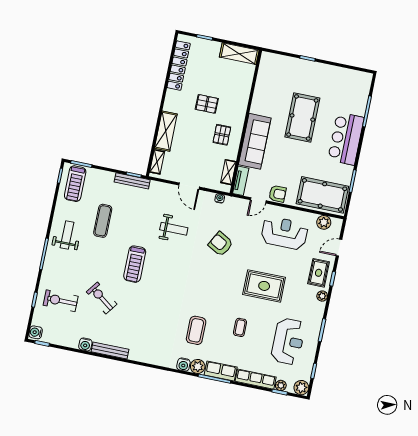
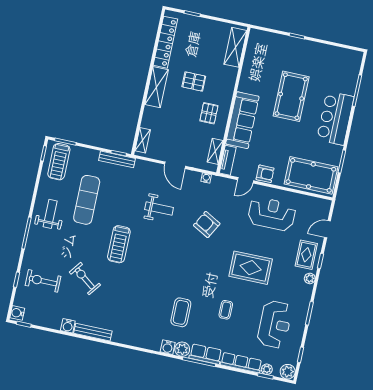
shelving: (239, 54) -> (235, 47), moved, turned 90
shelving: (166, 131) -> (157, 87), moved
exercise mat: (103, 221) -> (87, 200), width x1.36, depth x1.45
plant: (324, 222) -> (312, 203), removed

